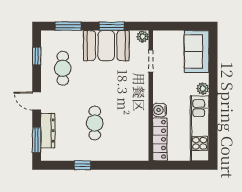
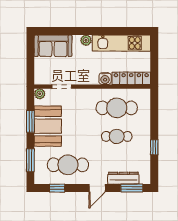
cafe table: (63, 68) -> (68, 165), width x1.37, depth x1.35
cafe table: (127, 123) -> (117, 108), added

